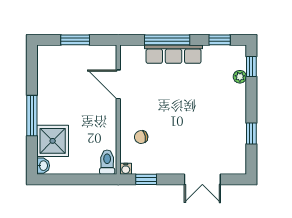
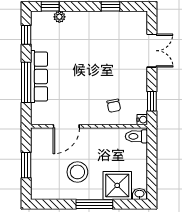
stool: (68, 97) -> (77, 172), added

